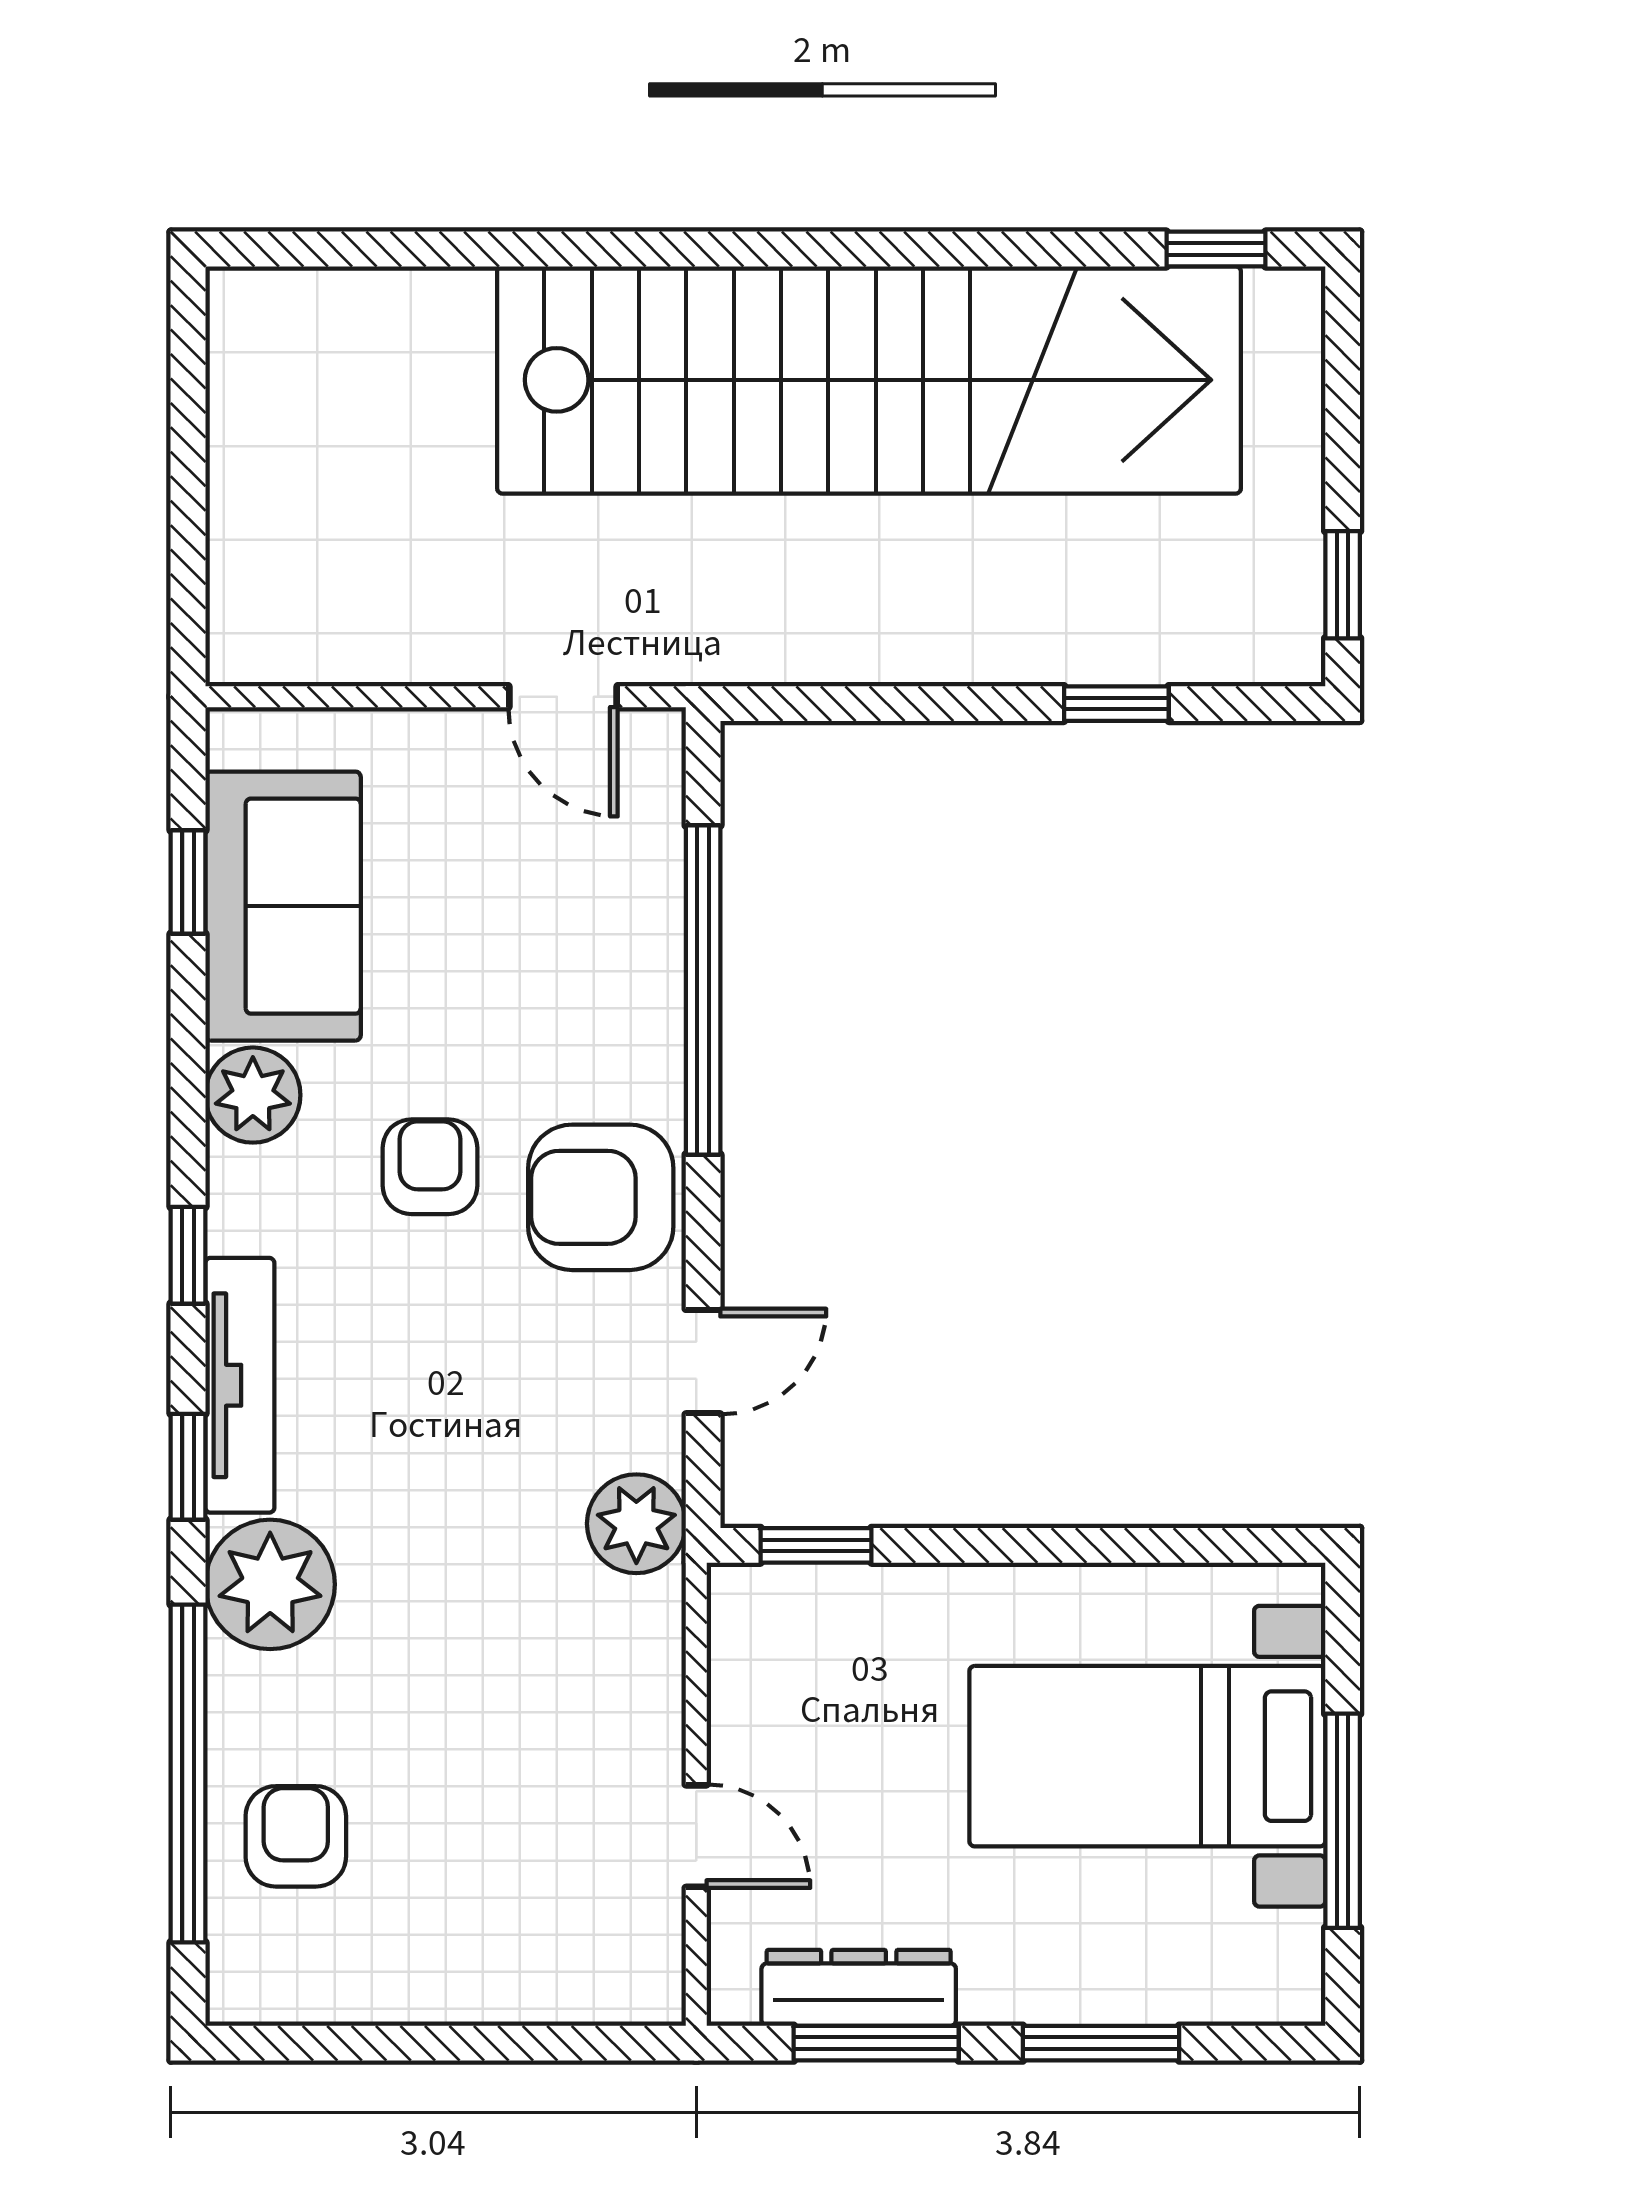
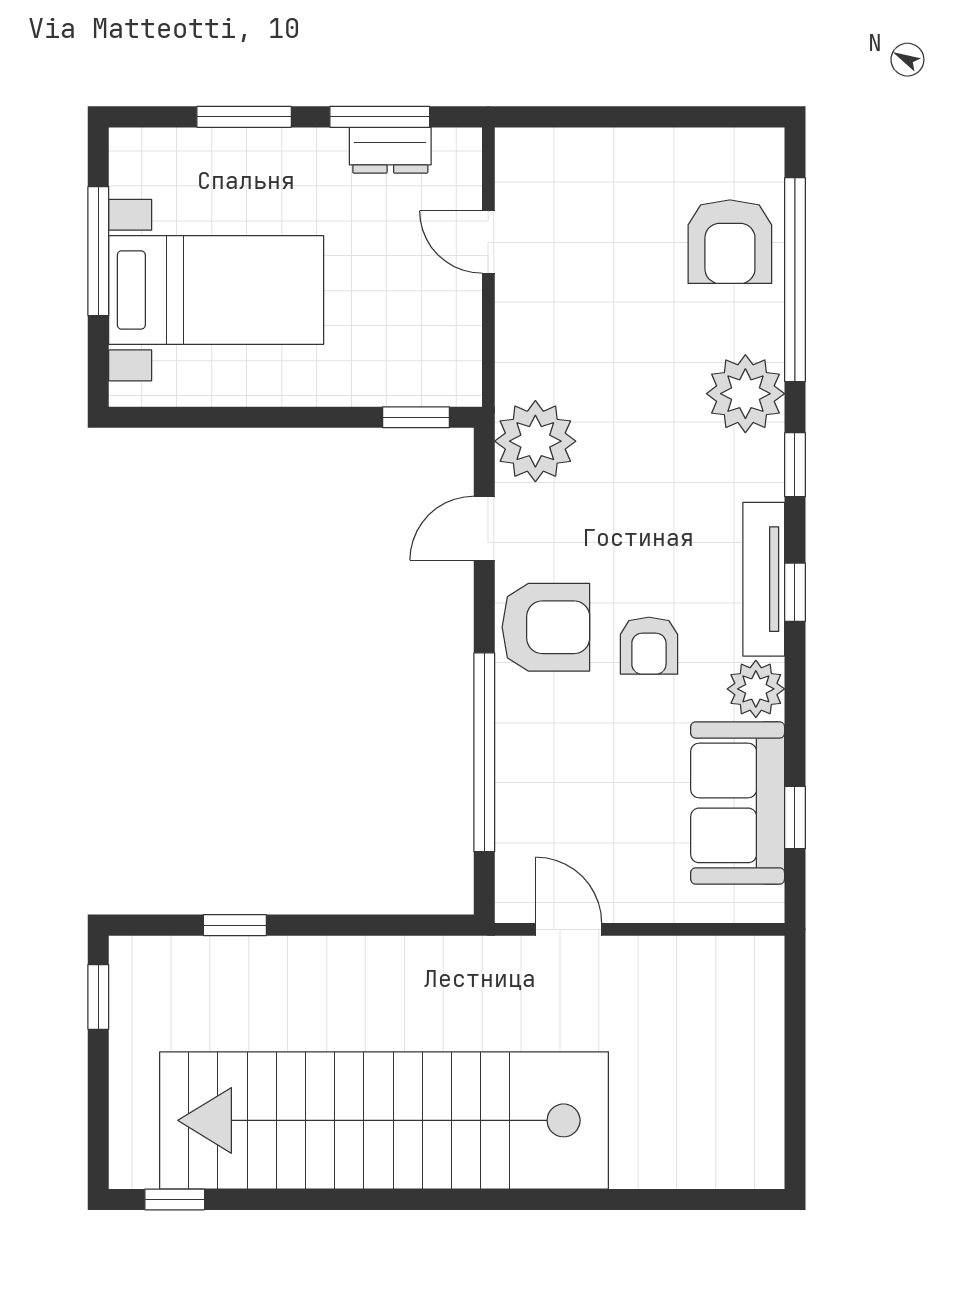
tv unit: (240, 1385) -> (764, 579), moved
plant: (636, 1524) -> (535, 441), width x1.36, depth x1.36
armchair: (296, 1836) -> (730, 242), width x1.38, depth x1.38
dresser: (859, 1988) -> (390, 150), width x0.70

